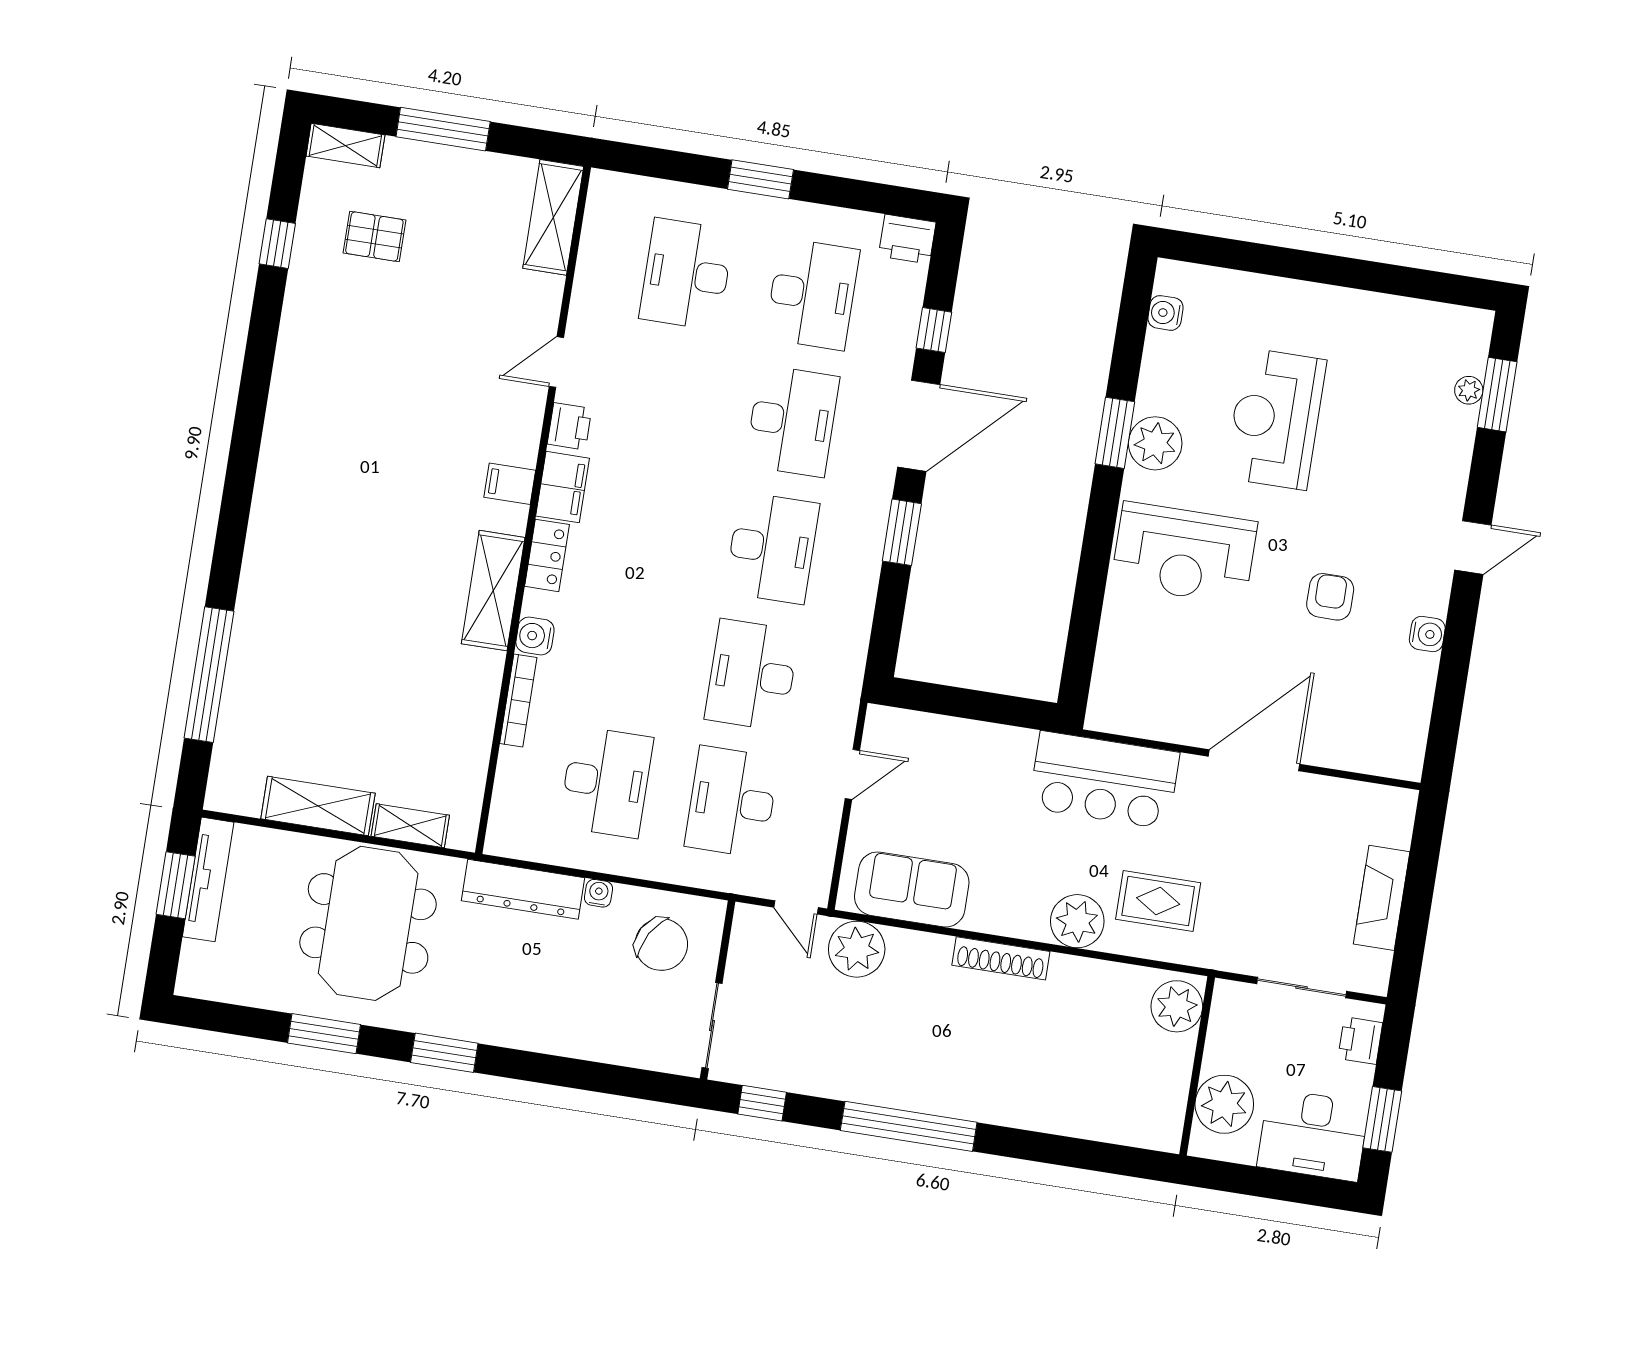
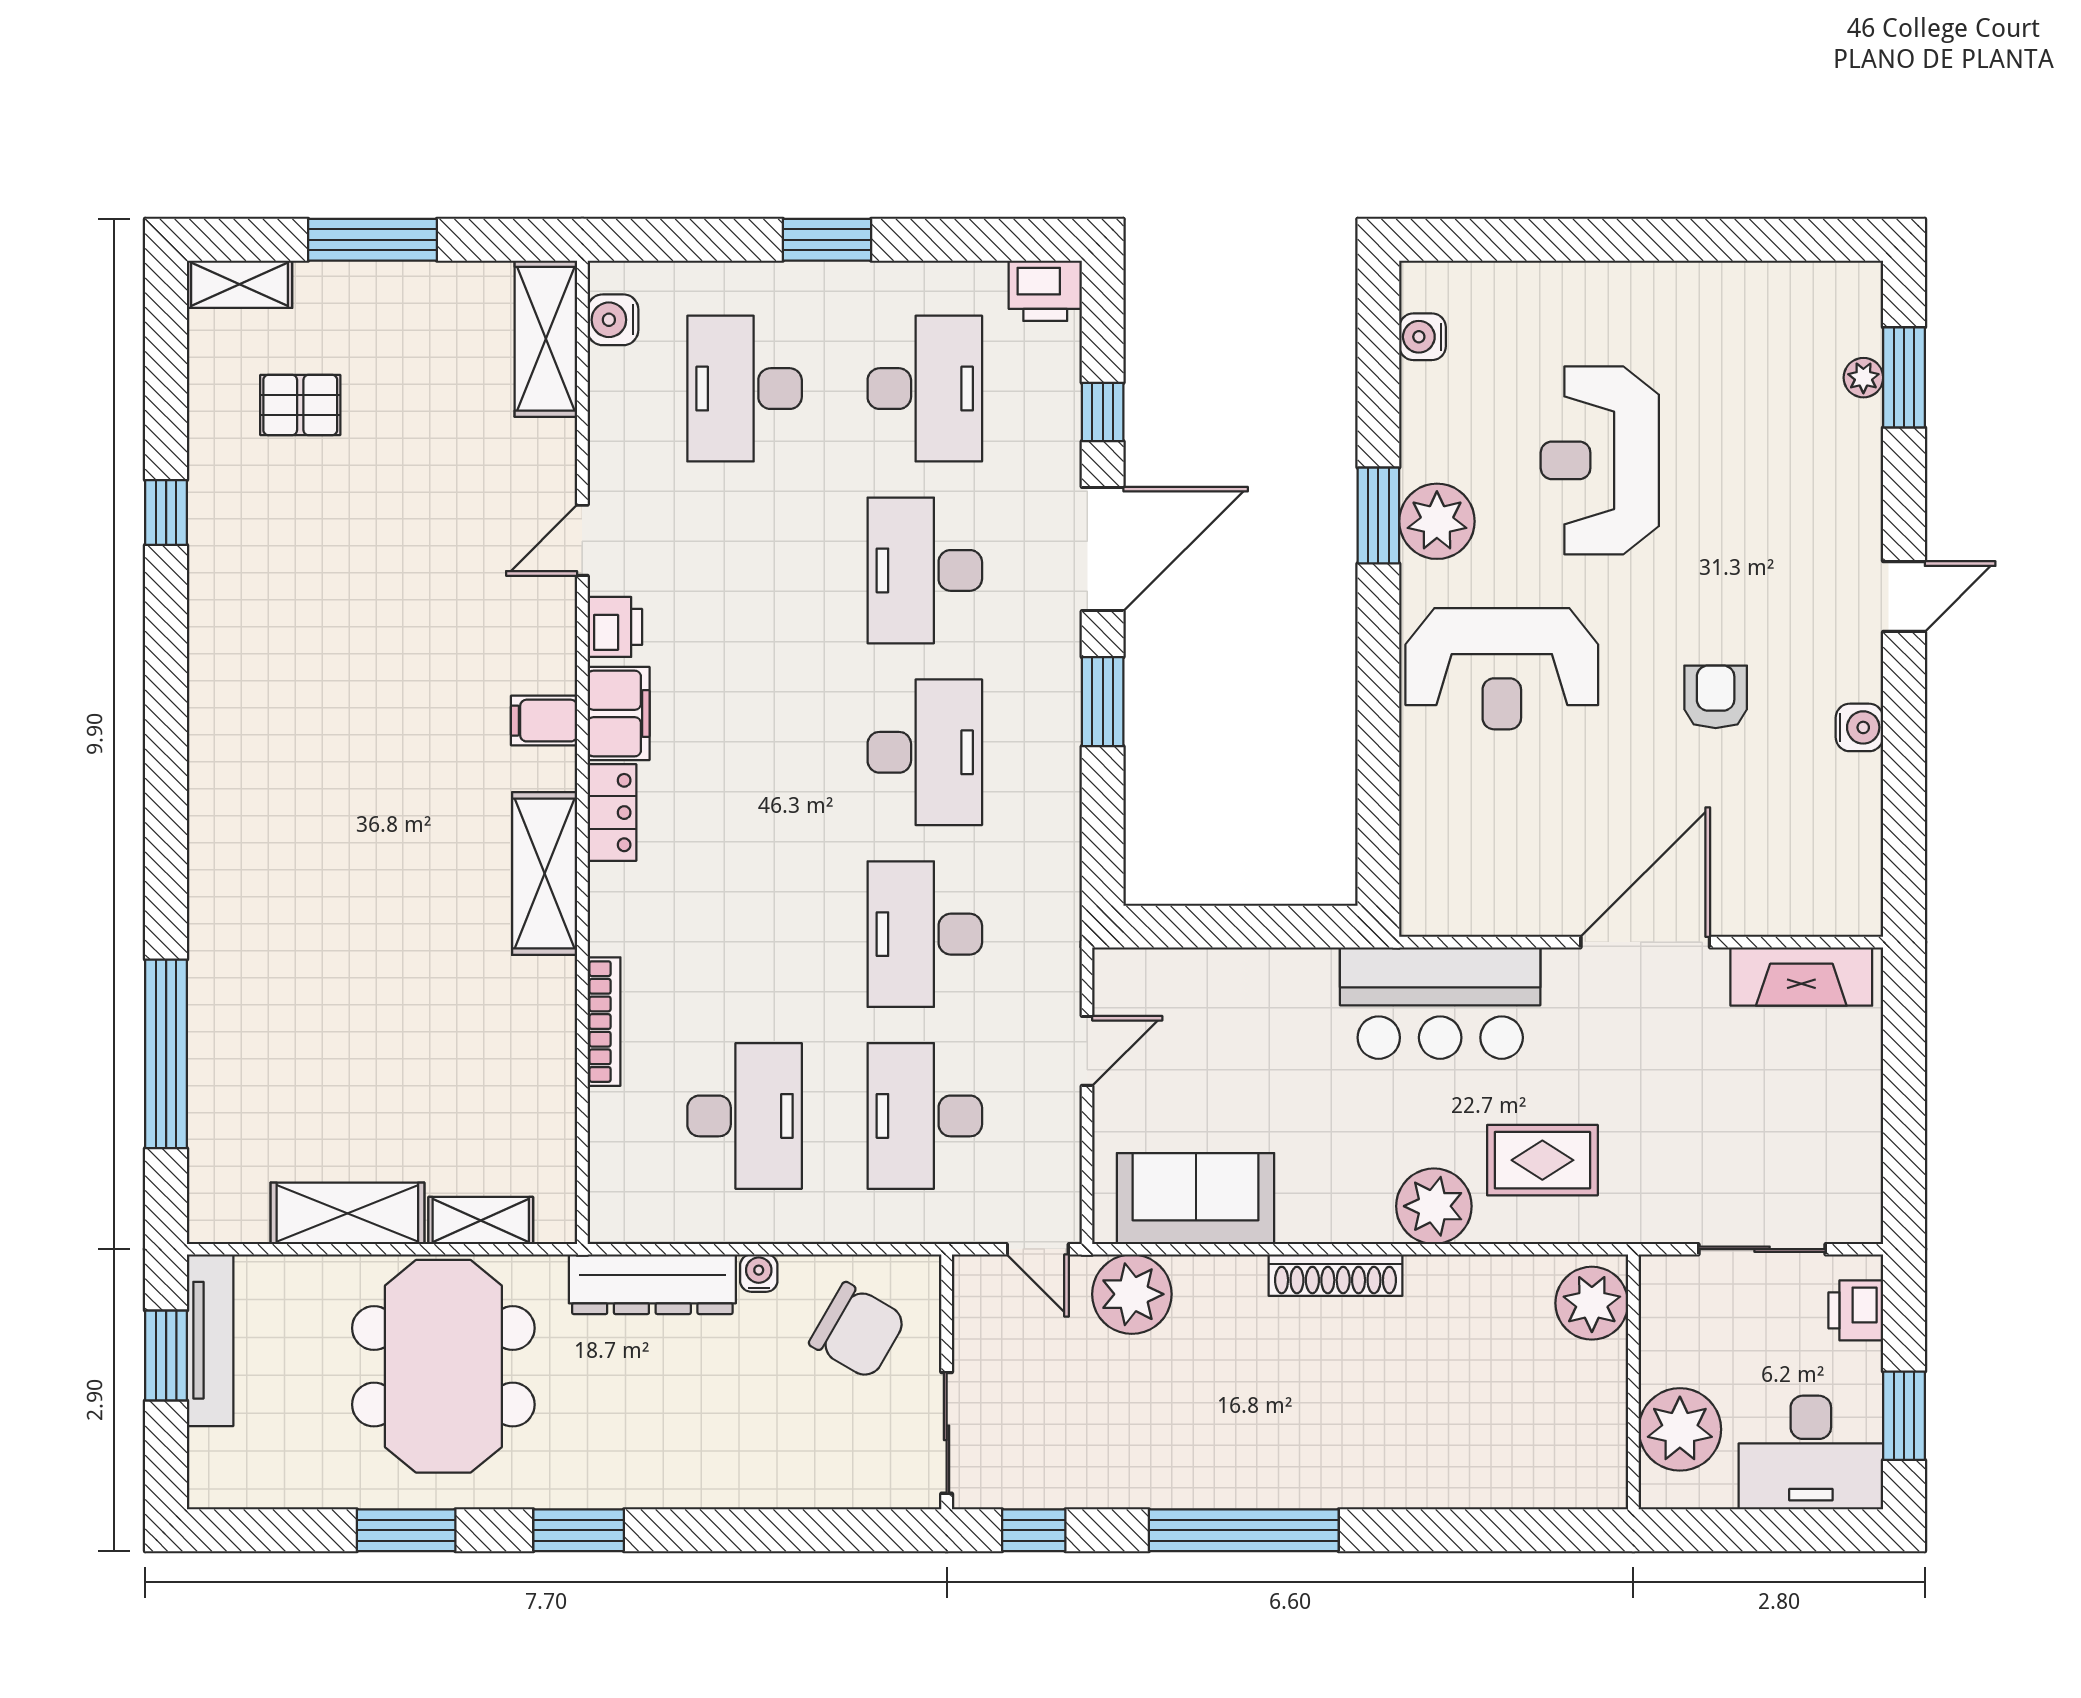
window: (277, 244) -> (166, 513), moved
desk: (792, 421) -> (925, 570), turned 180
water cooler: (535, 636) -> (613, 320), moved
fireplace: (1382, 898) -> (1801, 977), moved, turned -90

